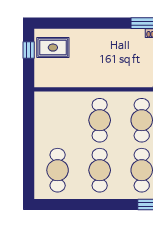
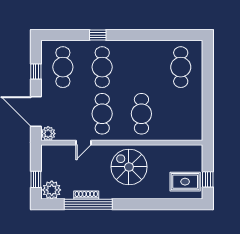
spiral stairs: (113, 63) -> (129, 167), added
cafe table: (100, 170) -> (141, 67), removed

